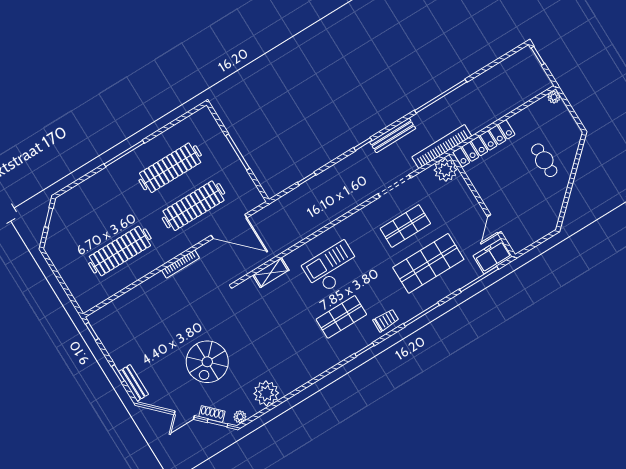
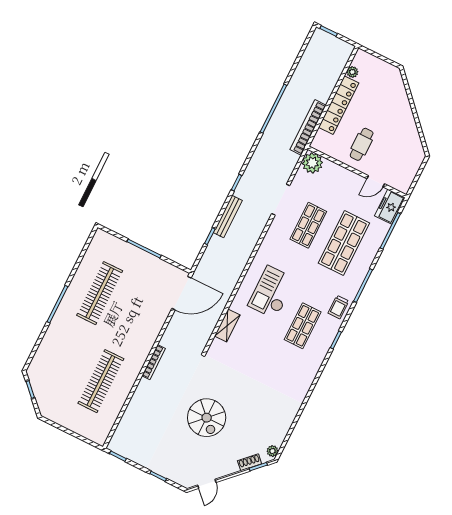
plant: (554, 97) -> (352, 72), moved
bench: (393, 135) -> (228, 217), moved
locker: (484, 143) -> (339, 105), moved
bookcase: (442, 147) -> (308, 127), moved
cafe table: (544, 160) -> (362, 144), moved, turned 90
clothes rail: (193, 206) -> (136, 311), removed
door: (494, 224) -> (376, 181), hinge flipped
door: (229, 227) -> (181, 293), moved
trolley: (386, 320) -> (338, 307), turned 180
spiral stairs: (207, 362) -> (207, 418), moved
bench: (134, 383) -> (174, 476), removed
plant: (266, 393) -> (281, 420), removed
door: (184, 415) -> (207, 484), moved

